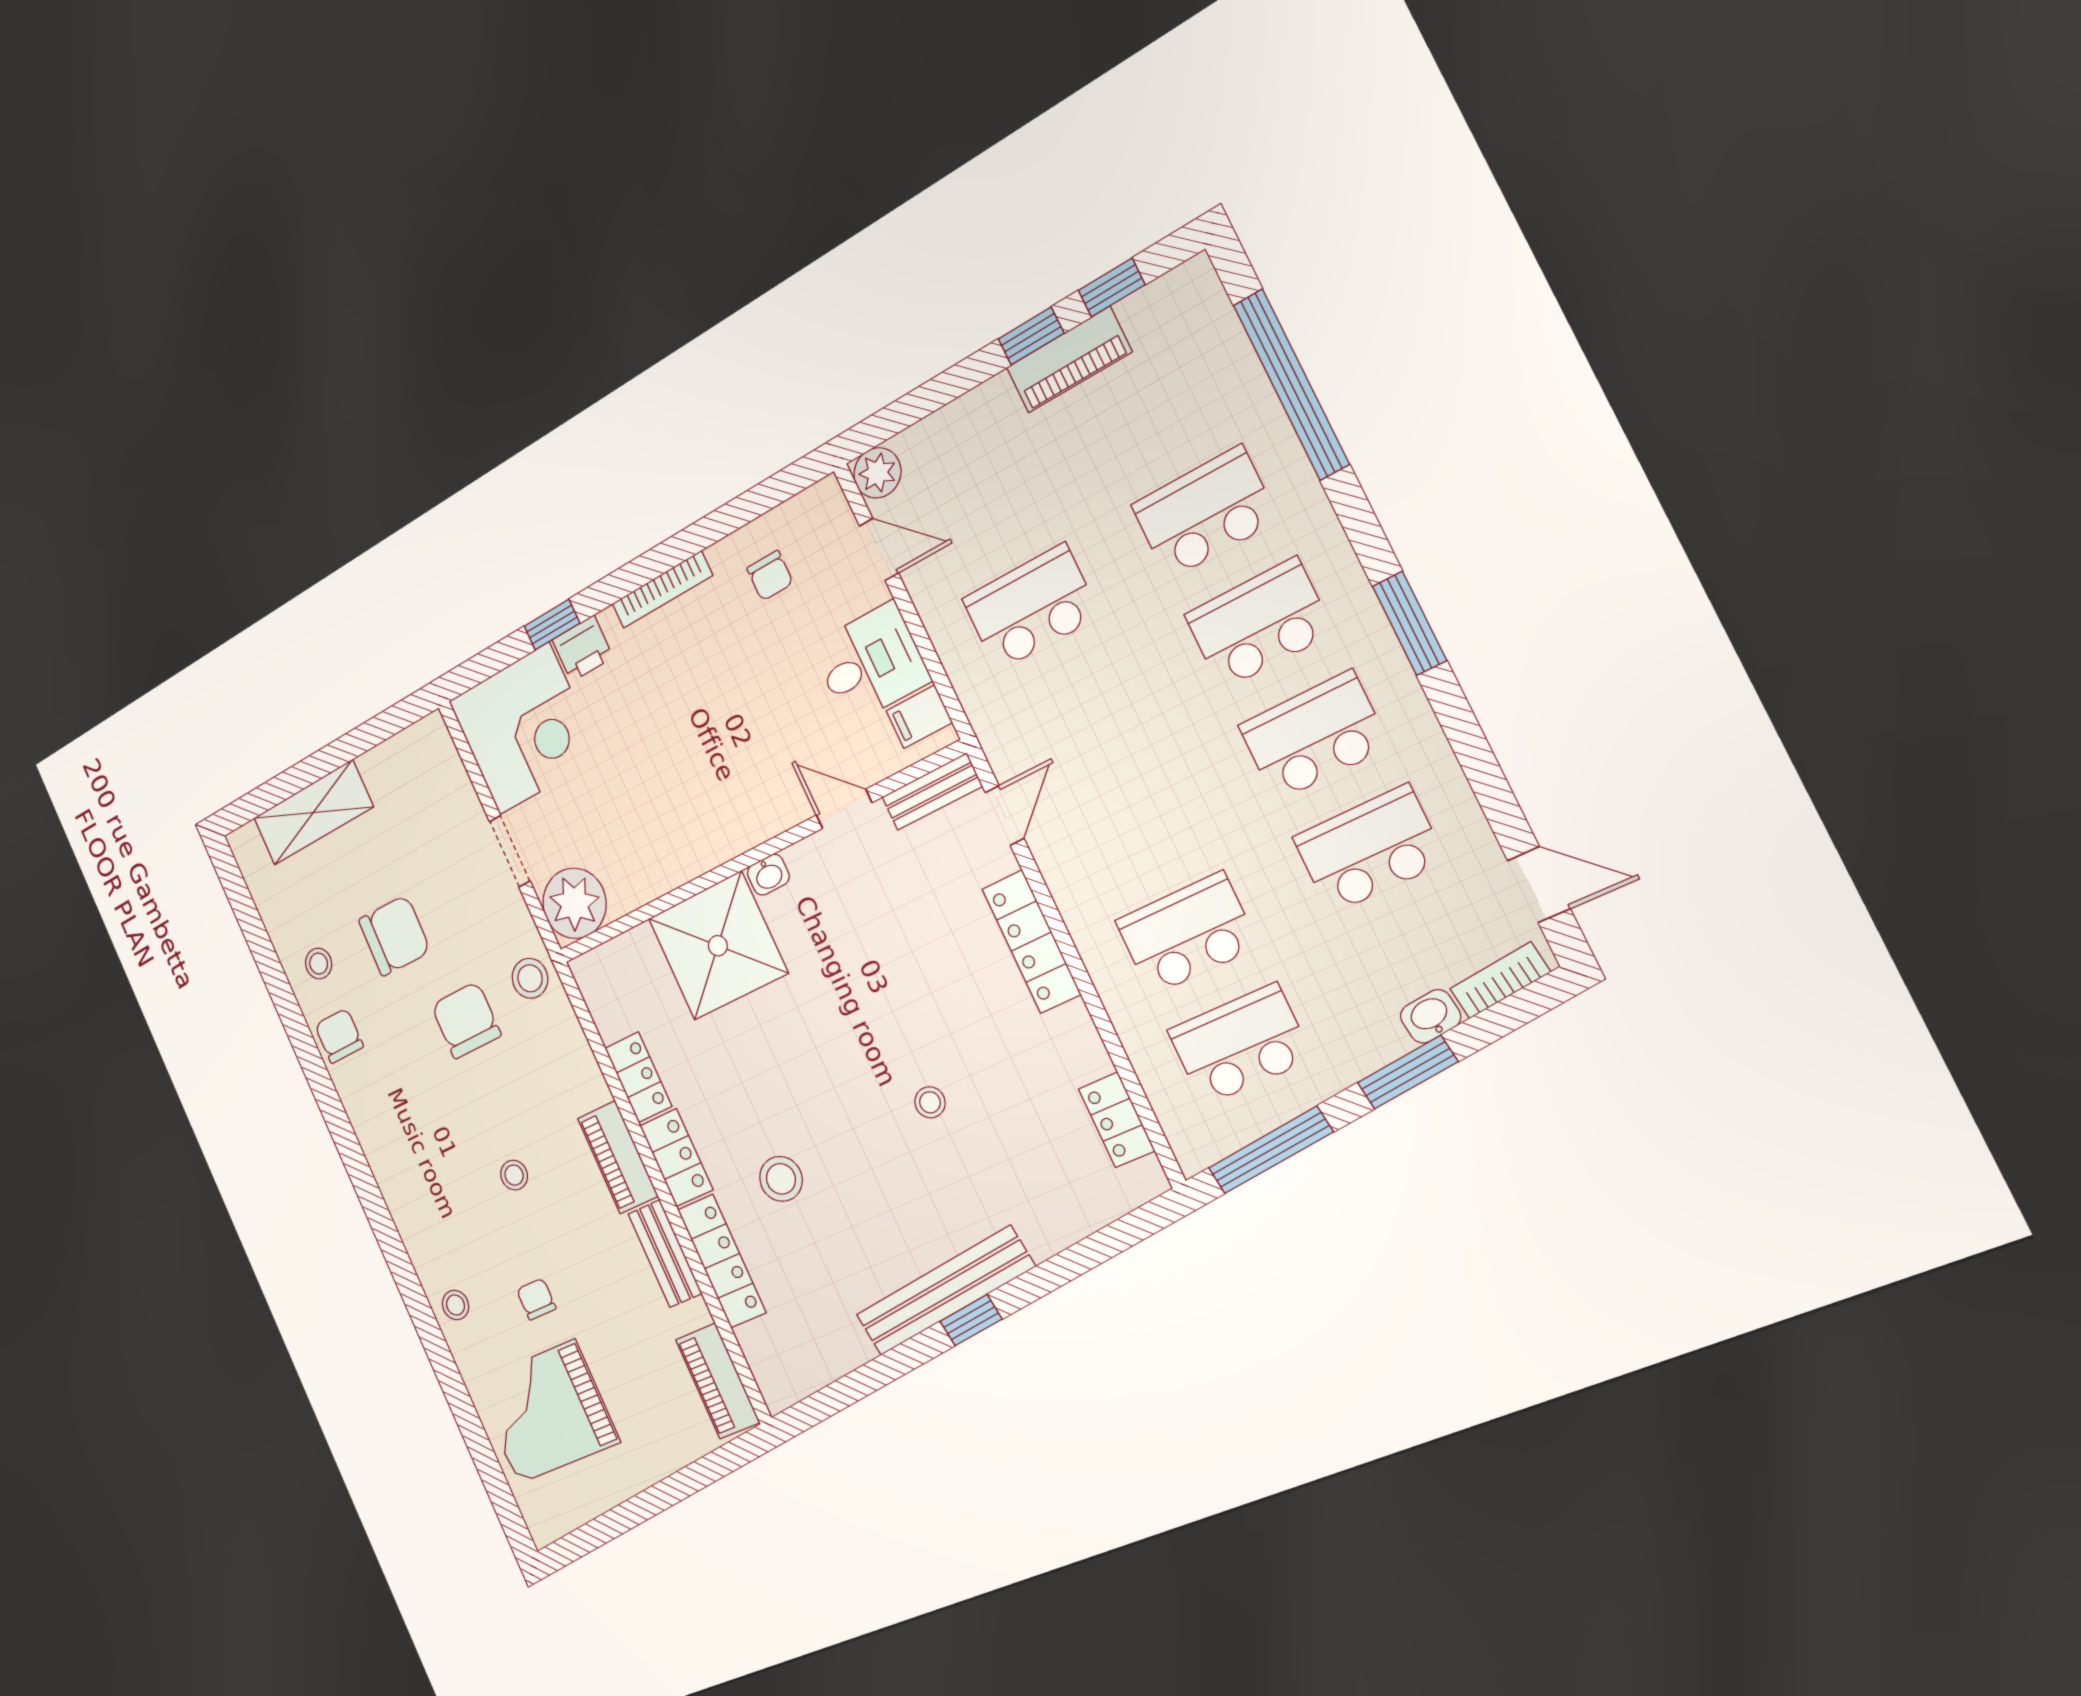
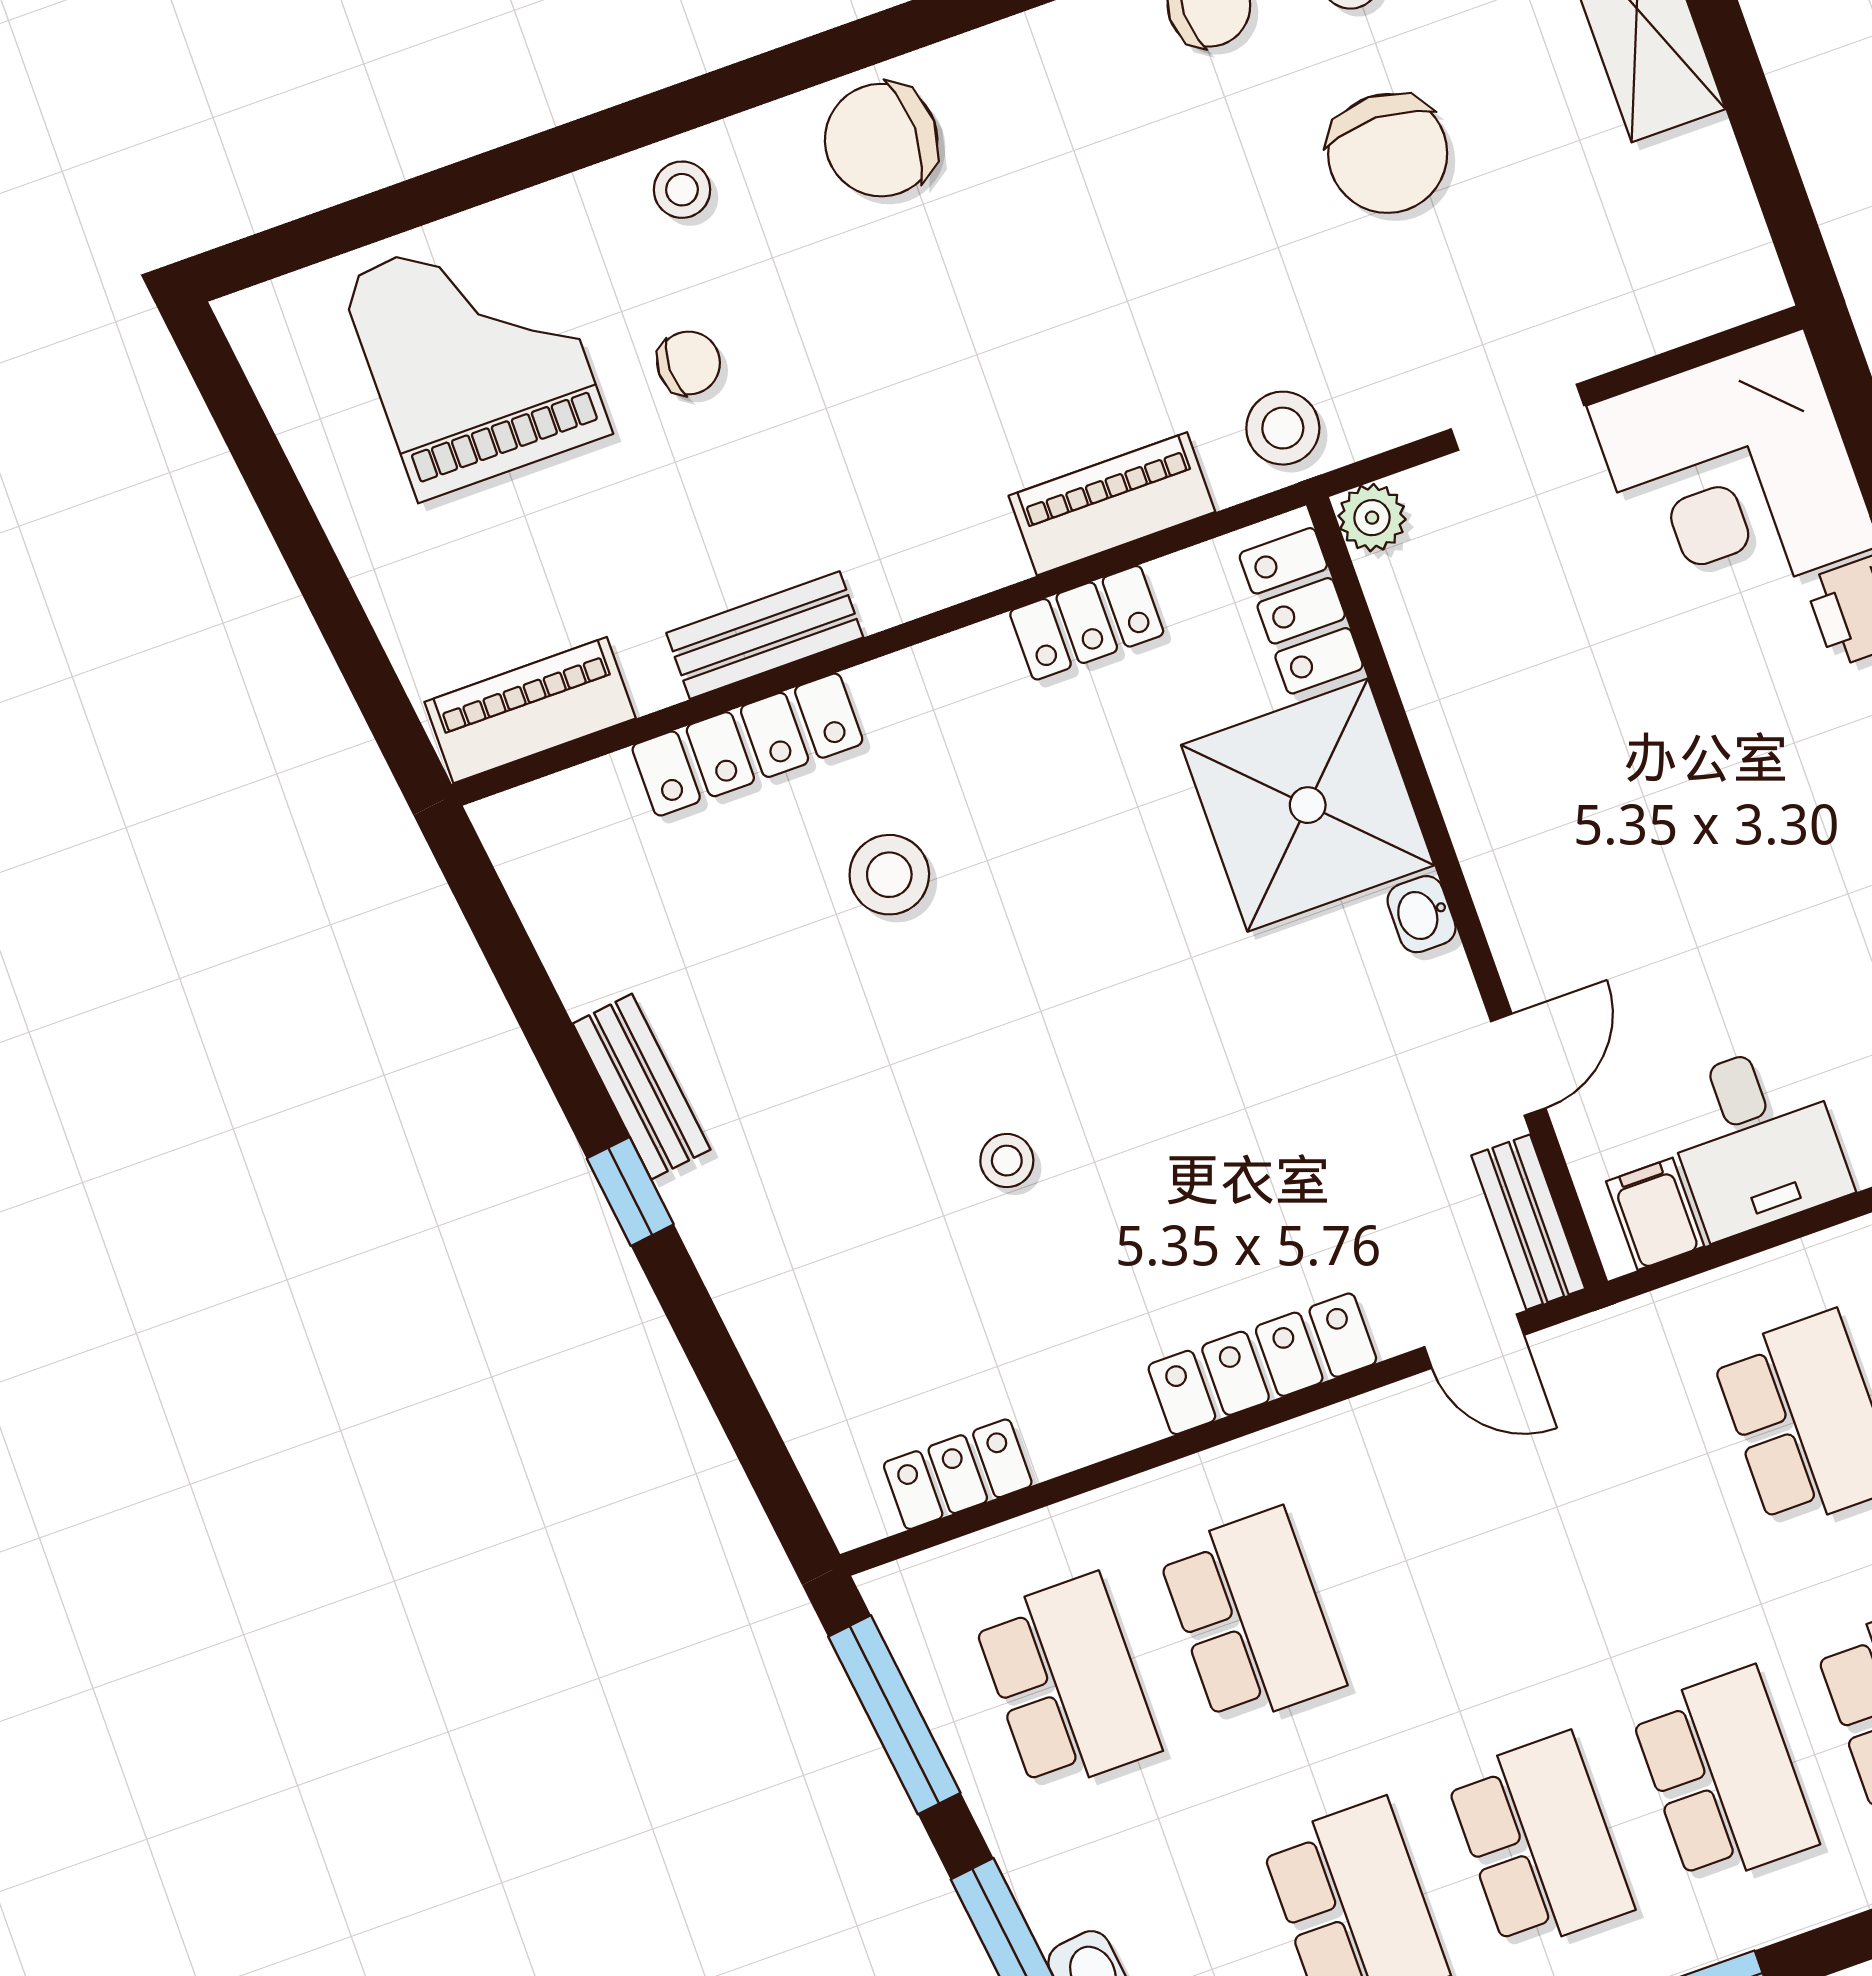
plant: (574, 903) -> (1372, 518), width x0.53, depth x0.53
chair: (466, 1020) -> (881, 140), moved, turned 180
piano: (618, 1157) -> (1112, 504), moved
locker: (676, 1158) -> (1301, 611), moved, turned 90
stool: (514, 1175) -> (922, 347), removed
bench: (945, 1291) -> (642, 1087), width x0.54, depth x0.82

